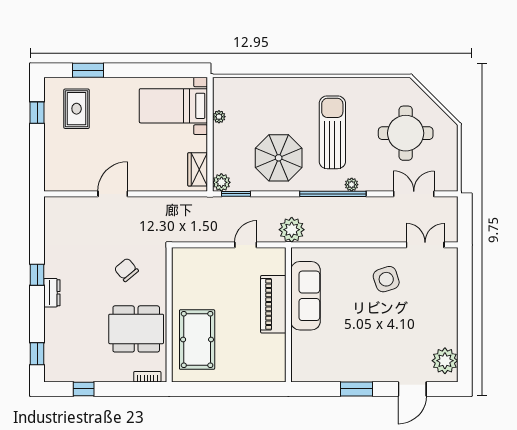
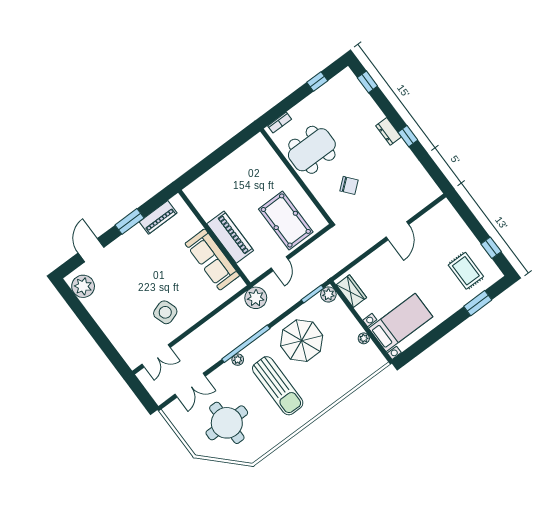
pool table: (197, 340) -> (286, 220), moved
piano: (327, 373) -> (158, 217), added

